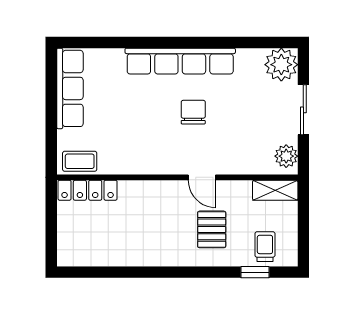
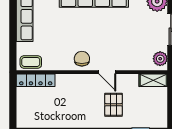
chair: (193, 112) -> (82, 59), moved
trolley: (265, 247) -> (147, 115), removed

